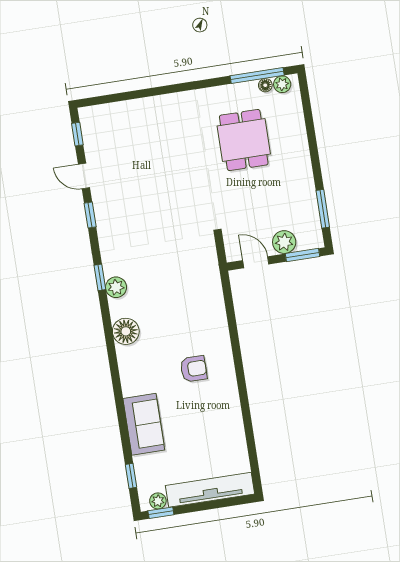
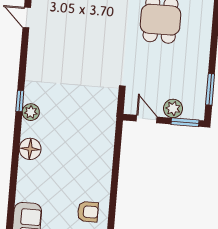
window: (90, 215) -> (24, 50), removed
armchair: (194, 369) -> (88, 212), moved

